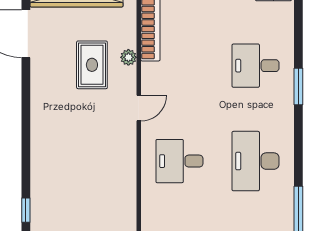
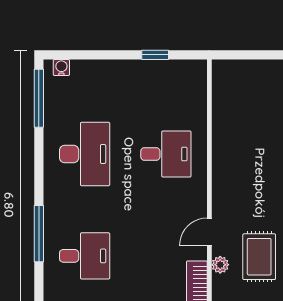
window: (298, 87) -> (39, 234), width x1.44
door: (139, 108) -> (209, 232), moved

